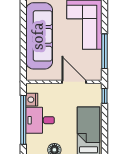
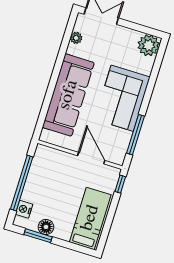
nightstand: (32, 100) -> (24, 209), moved
desk: (40, 120) -> (40, 189), removed

